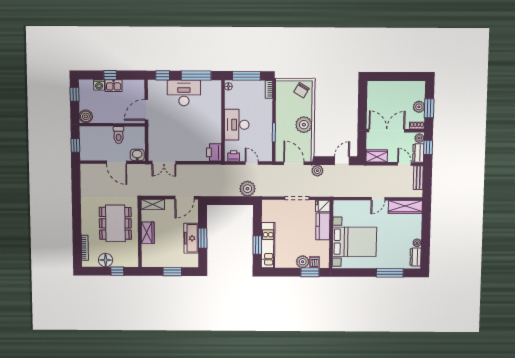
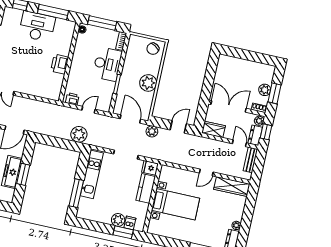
desk: (237, 125) -> (107, 64), moved, turned 180
printer: (214, 152) -> (60, 64), moved
door: (252, 163) -> (89, 110), hinge flipped
bed with nightstands: (354, 242) -> (176, 204), width x0.73
window: (257, 245) -> (76, 193), width x1.44
kitchen unit: (268, 245) -> (92, 174), moved

